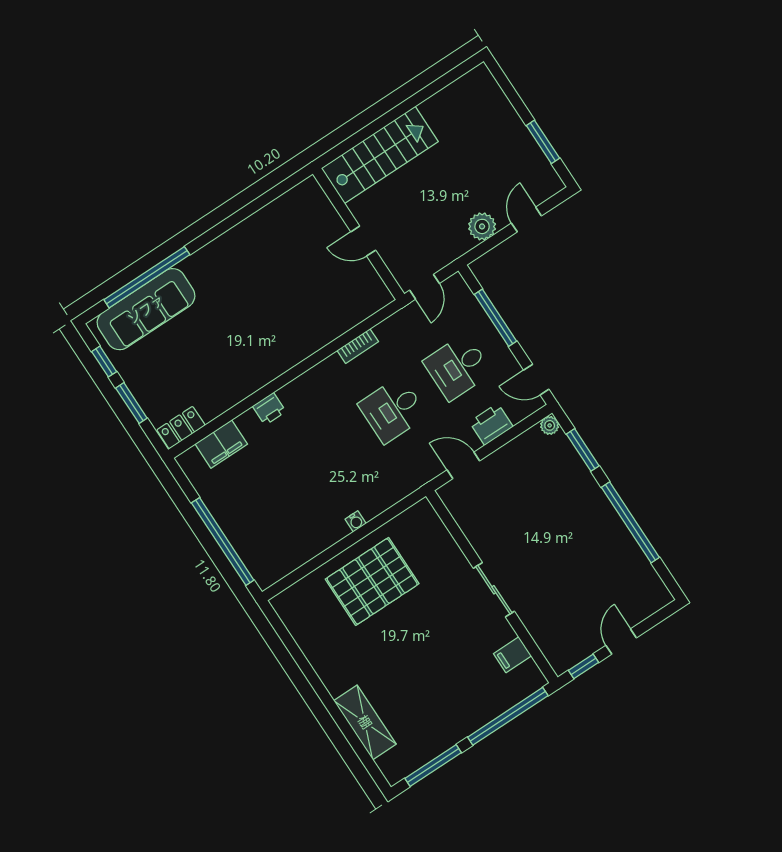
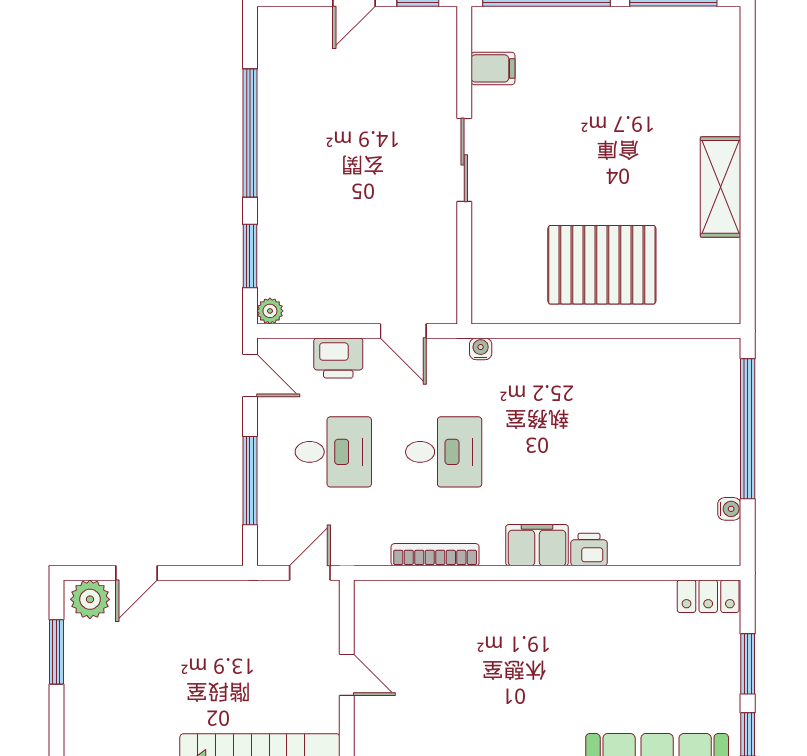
plant: (482, 226) -> (90, 599), moved
bookcase: (358, 346) -> (435, 555), width x1.56
filing cabinet: (221, 444) -> (537, 545), moved
water cooler: (202, 487) -> (729, 509), added
water cooler: (356, 521) -> (481, 349), moved
shelving: (365, 722) -> (721, 187), moved

